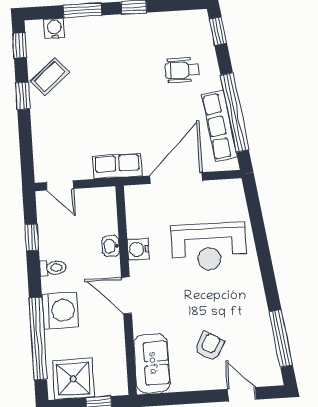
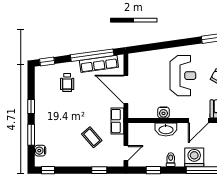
coffee table: (50, 77) -> (92, 137), moved
window: (23, 96) -> (99, 170), moved
washbasin: (111, 246) -> (166, 129), width x1.91, depth x1.45
reception desk: (209, 247) -> (183, 76), moved
door: (126, 295) -> (198, 120), moved

